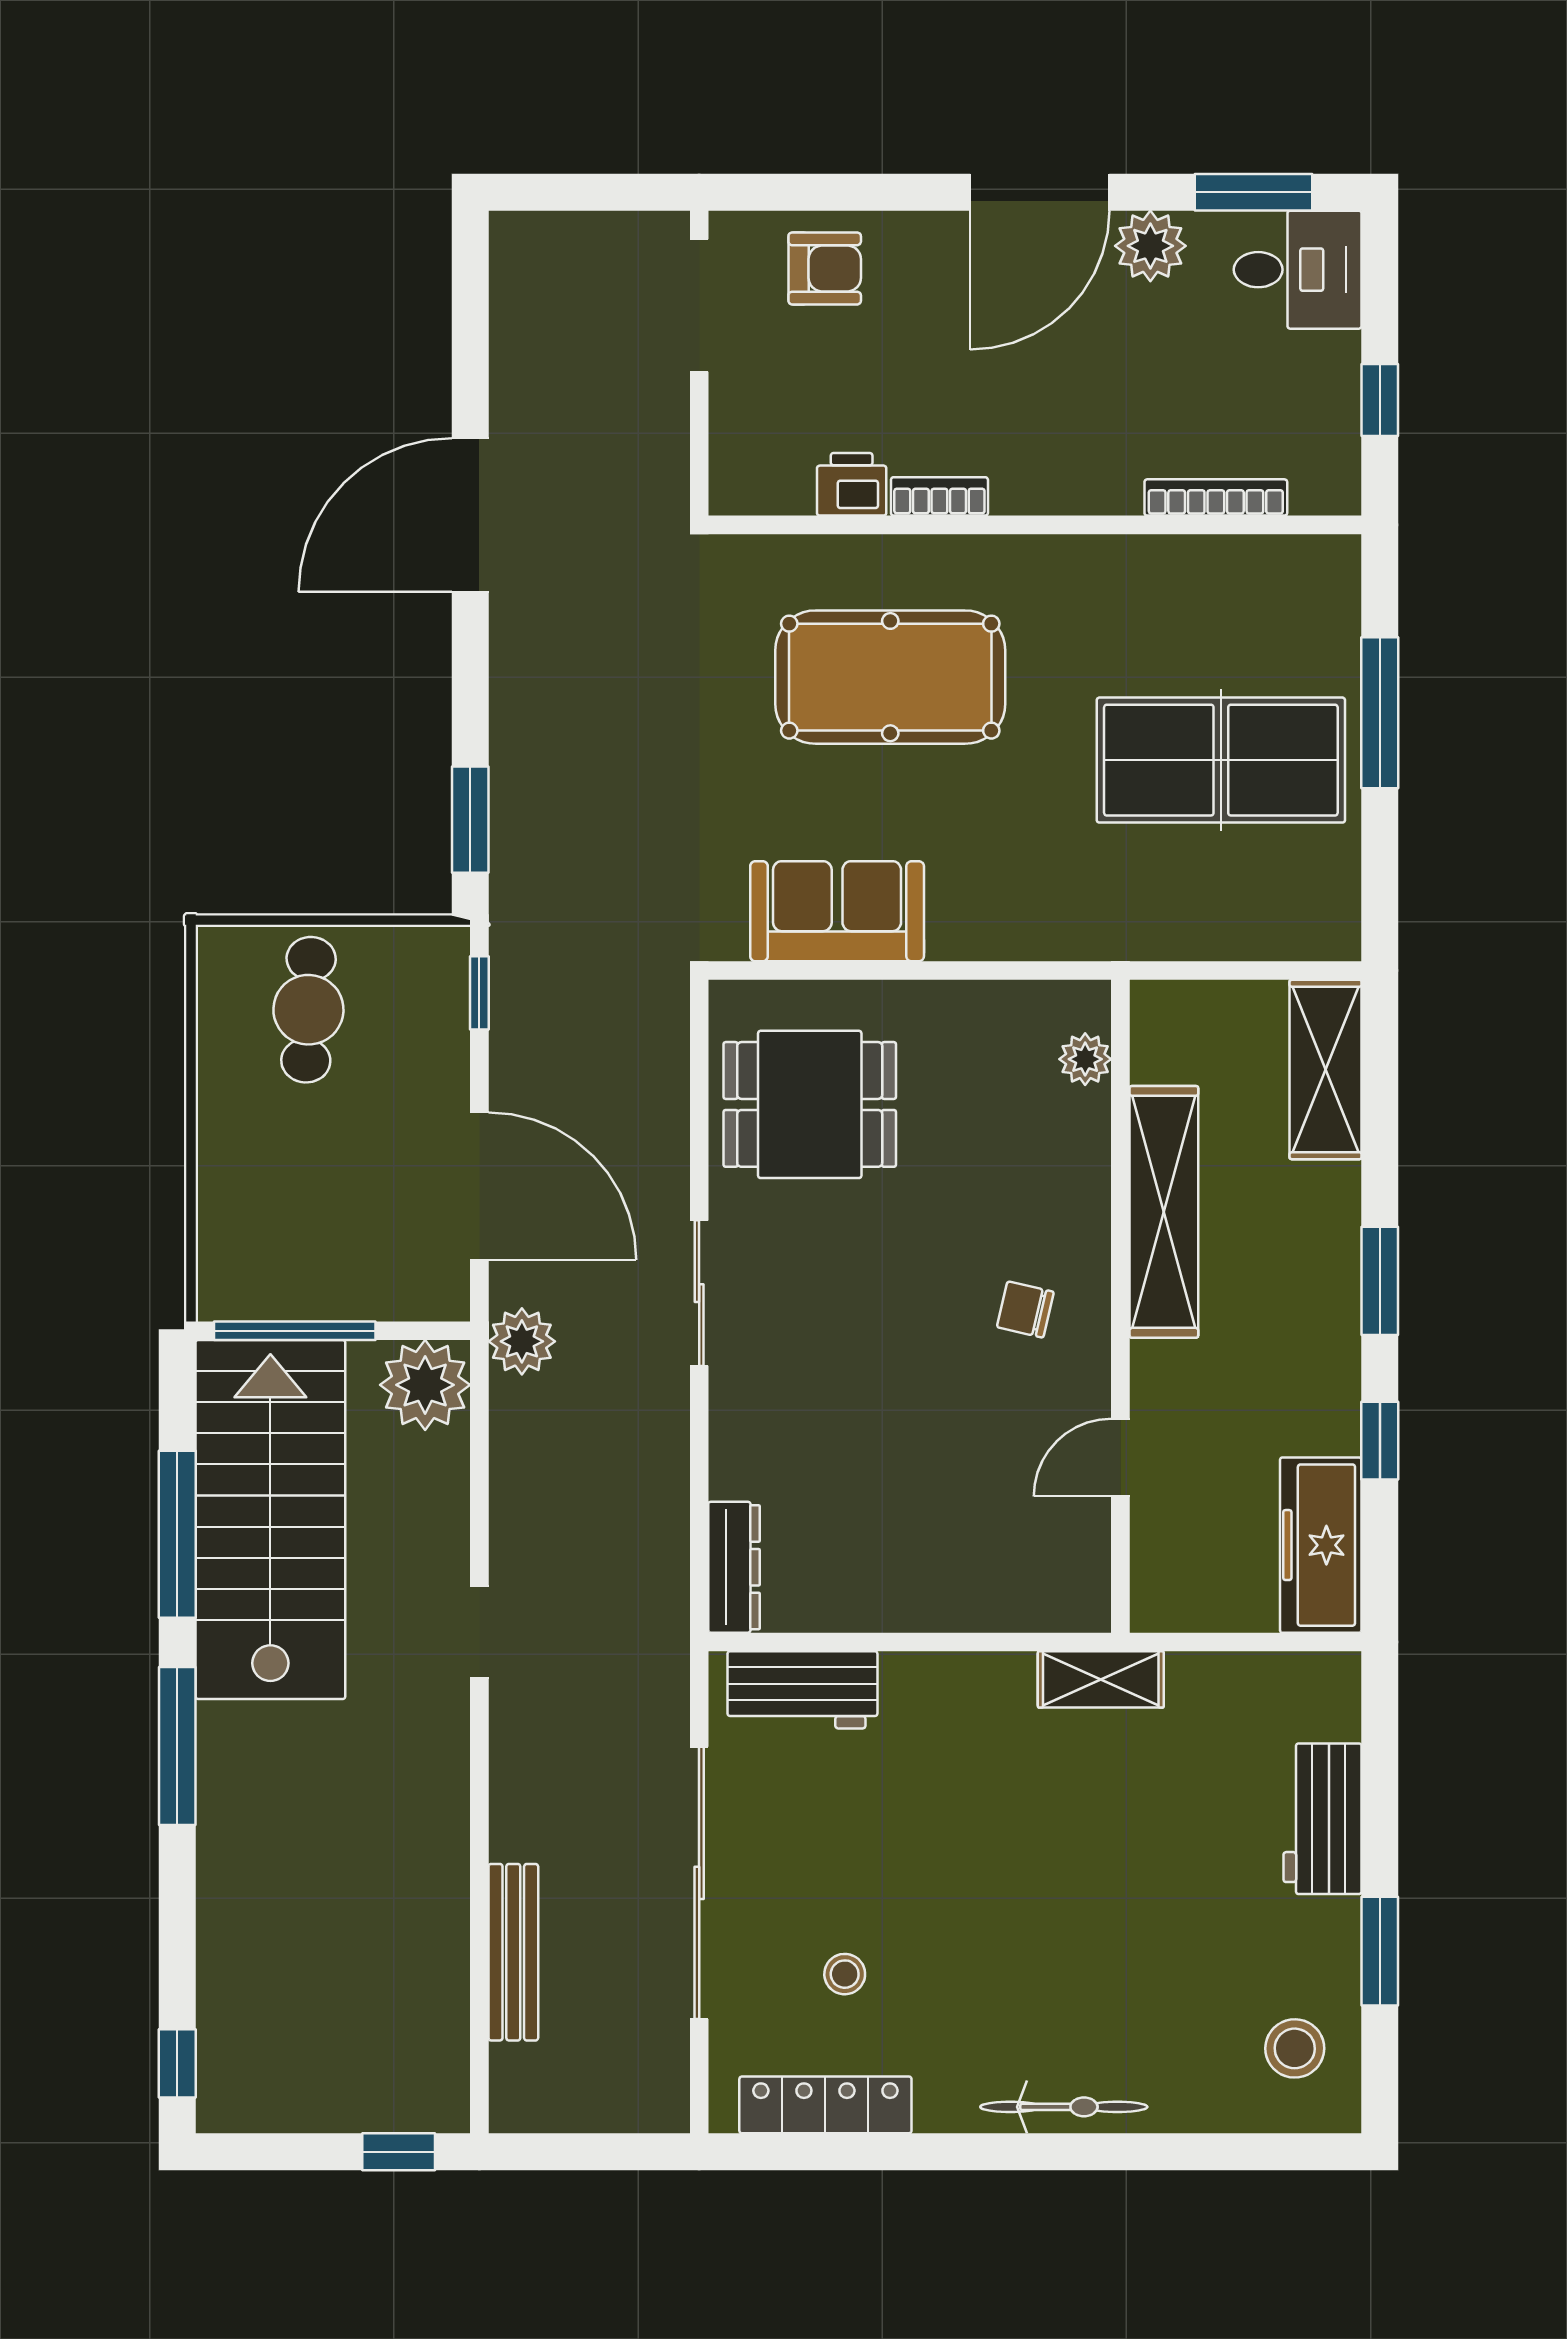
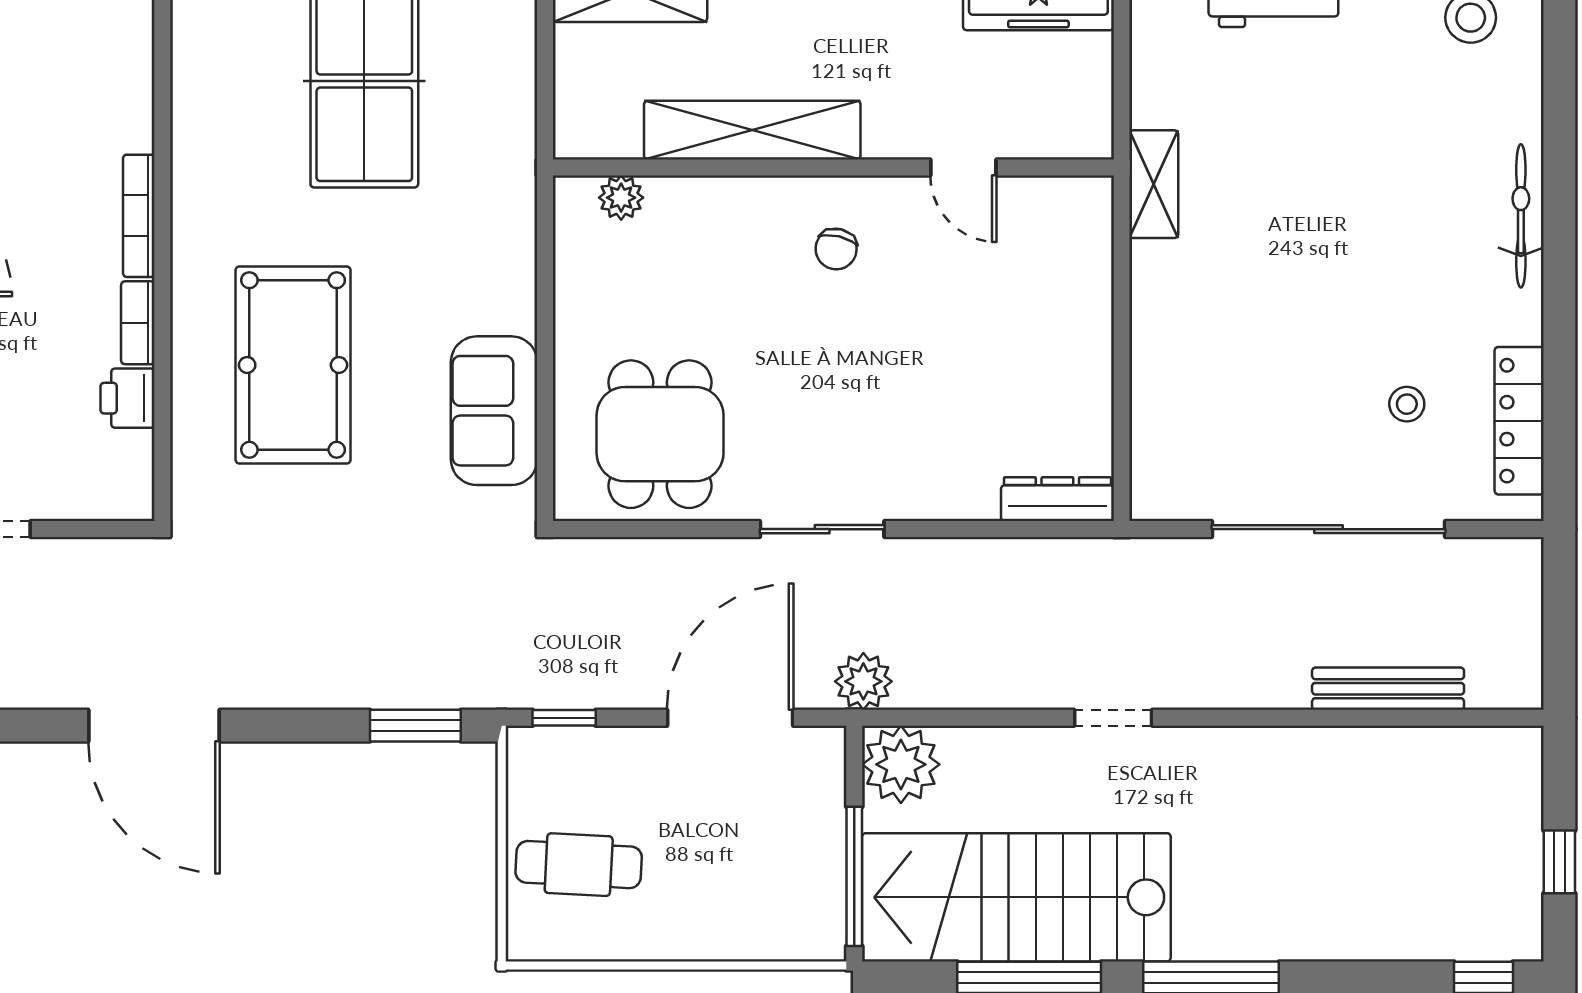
bookcase: (1216, 497) -> (139, 216), moved
workbench: (802, 1690) -> (1163, 440), removed
window: (399, 2152) -> (1559, 862), moved

